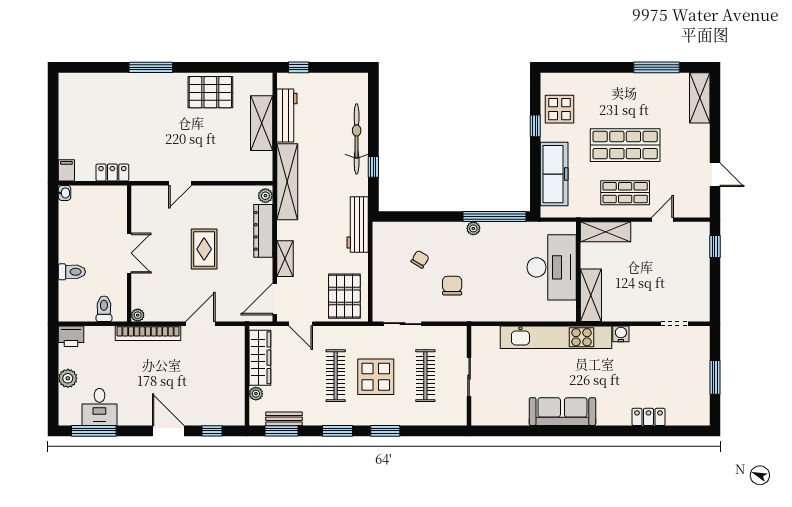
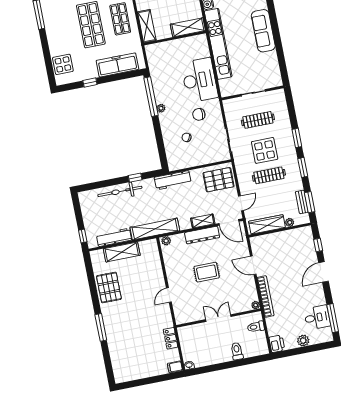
display table: (560, 109) -> (63, 64), moved
door: (180, 183) -> (169, 295), swing flipped
dresser: (263, 231) -> (202, 235), moved
desk: (552, 267) -> (199, 80), moved, turned 90

